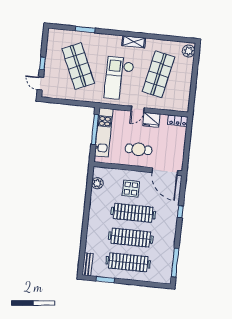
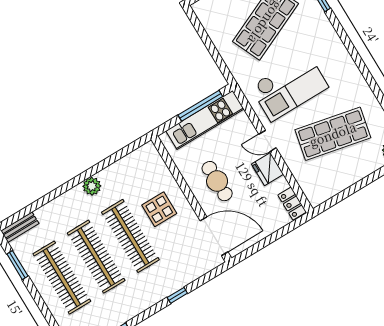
shelving: (134, 42) -> (351, 70), removed
checkout: (119, 78) -> (289, 87), turned 180
door: (165, 171) -> (214, 236), swing flipped
plant: (97, 183) -> (92, 186), moved

